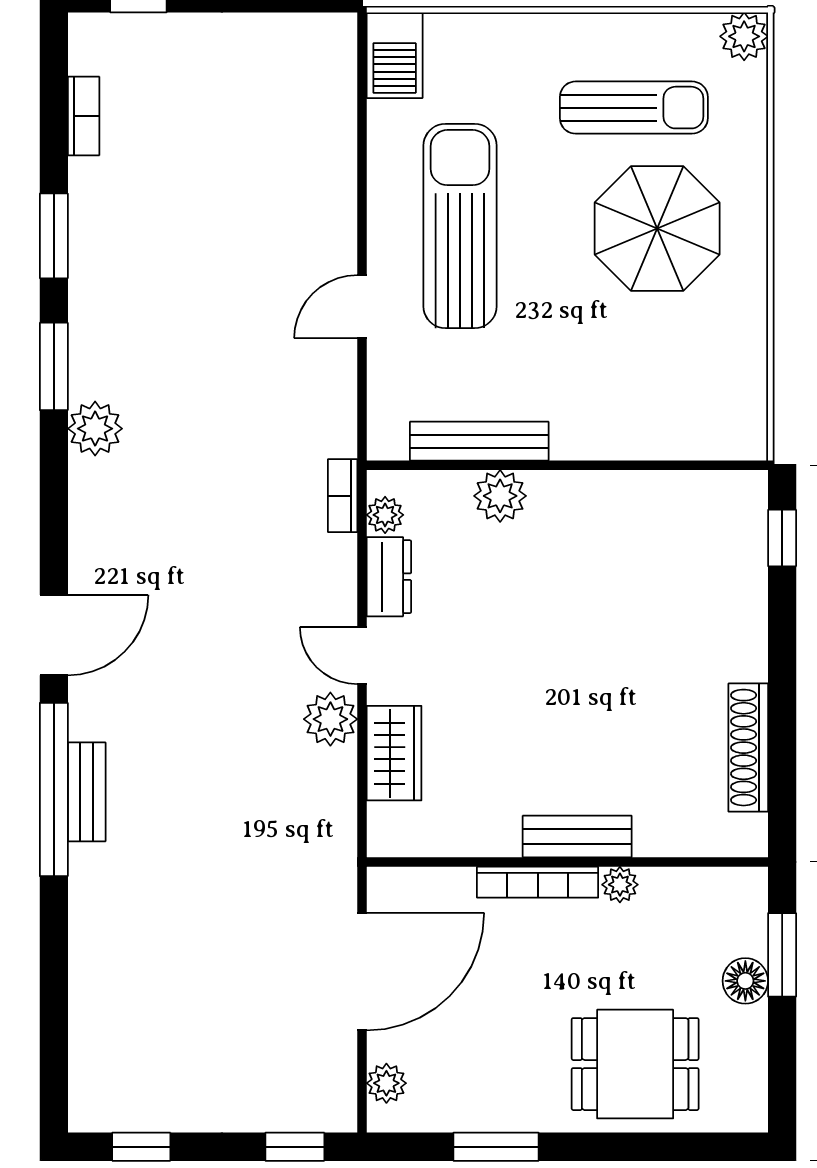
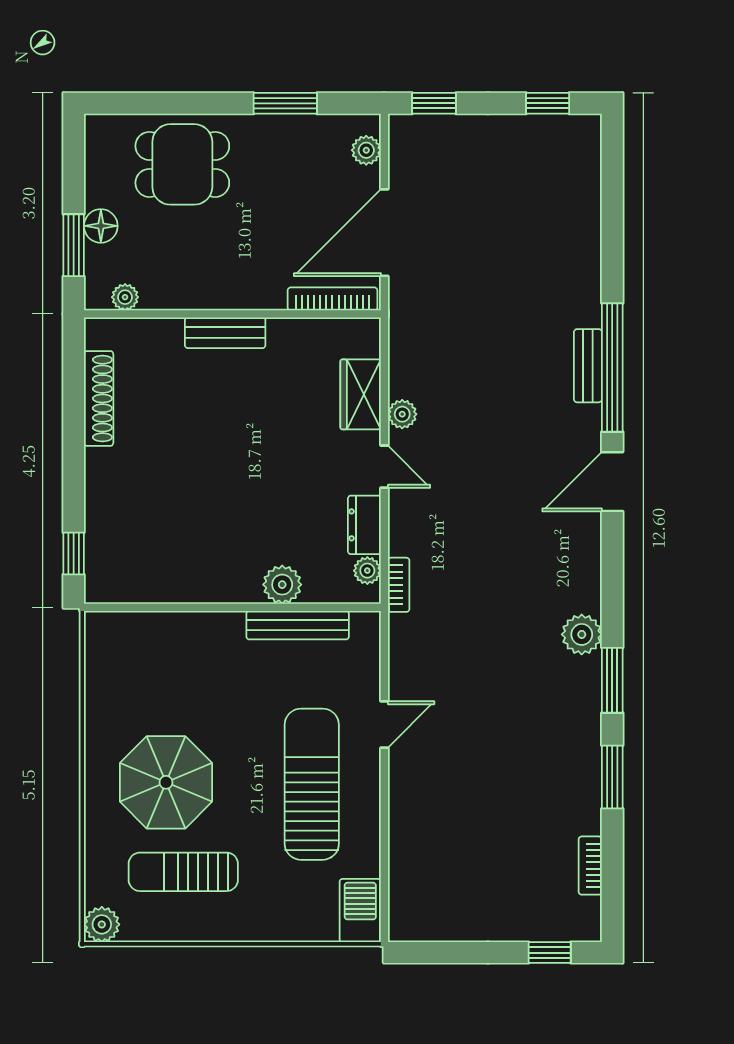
sun lounger: (460, 226) -> (312, 784), turned 180
plant: (330, 719) -> (402, 414), width x0.73, depth x0.73
bookcase: (538, 882) -> (332, 299), moved
plant: (620, 885) -> (125, 297), moved

